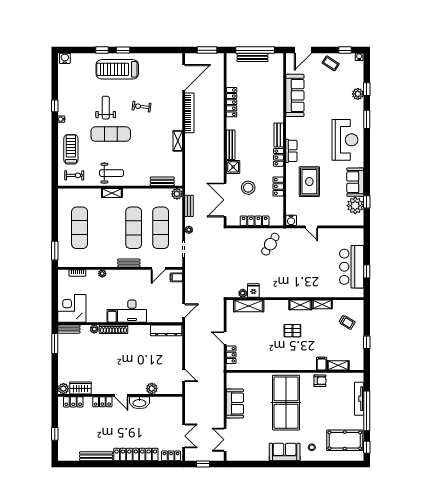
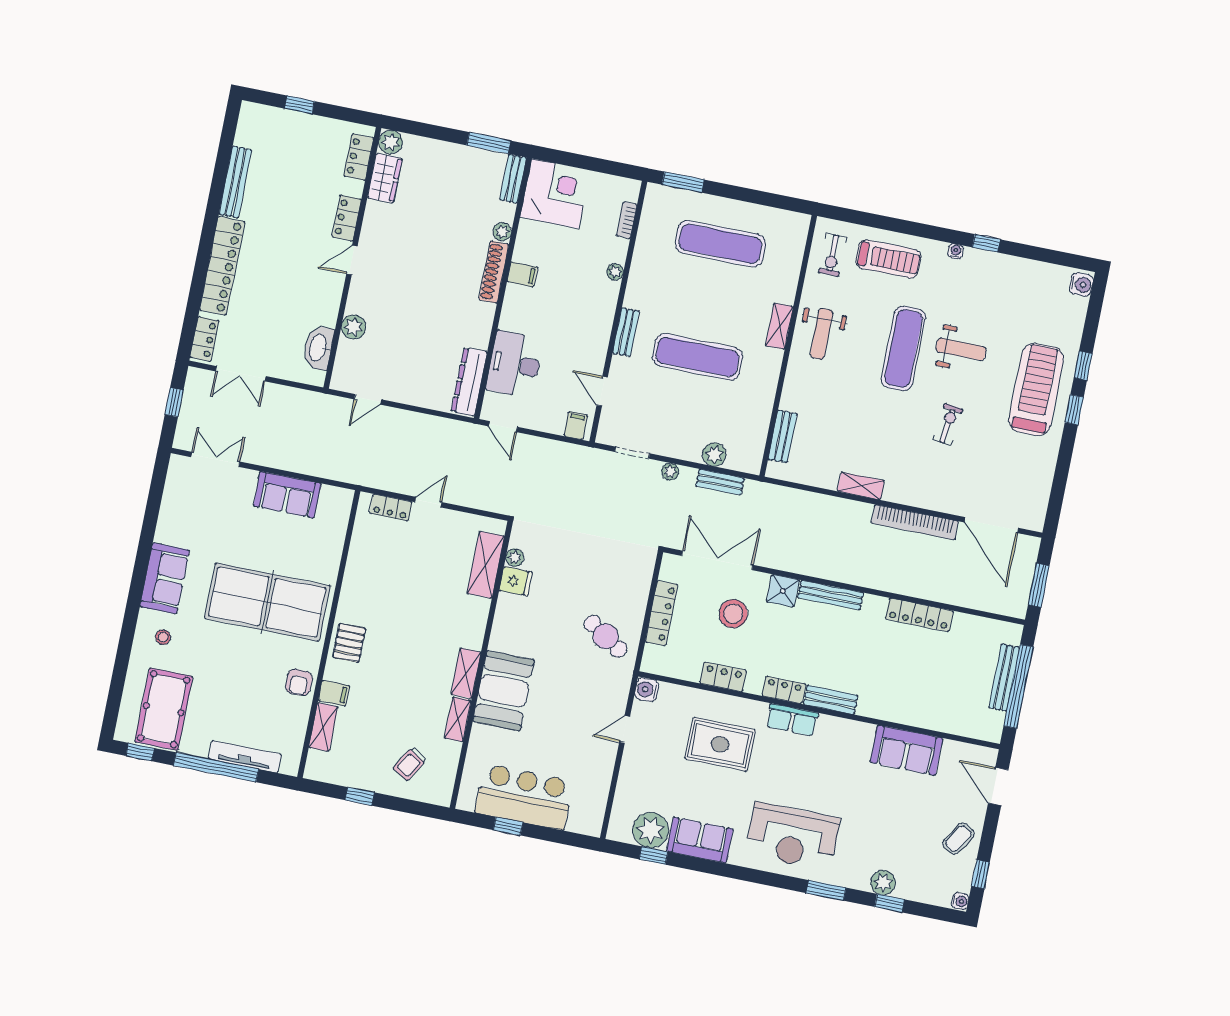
sofa: (295, 95) -> (906, 750), width x0.73
plant: (177, 194) -> (714, 455), moved
exercise mat: (161, 228) -> (686, 413), removed
booth: (305, 286) -> (504, 691), added
desk: (132, 311) -> (515, 364), moved
pallet: (292, 331) -> (349, 643), moved
washbasin: (139, 403) -> (318, 348), moved

